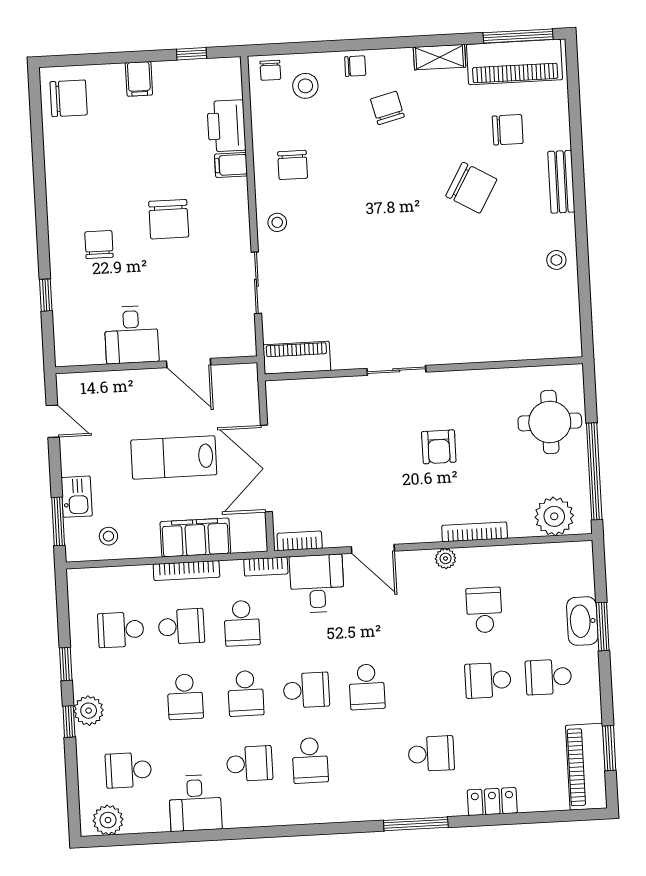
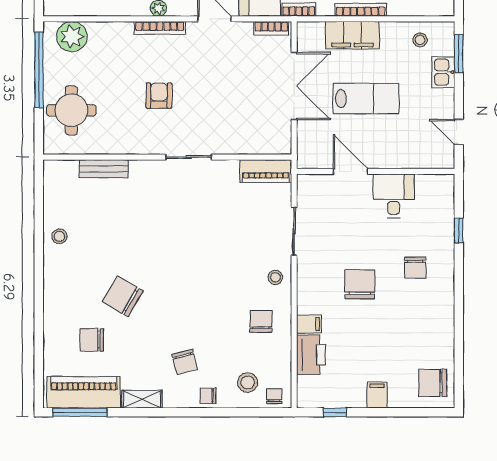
bench: (561, 182) -> (104, 169), moved, turned 90
bookcase: (475, 532) -> (160, 28), moved

